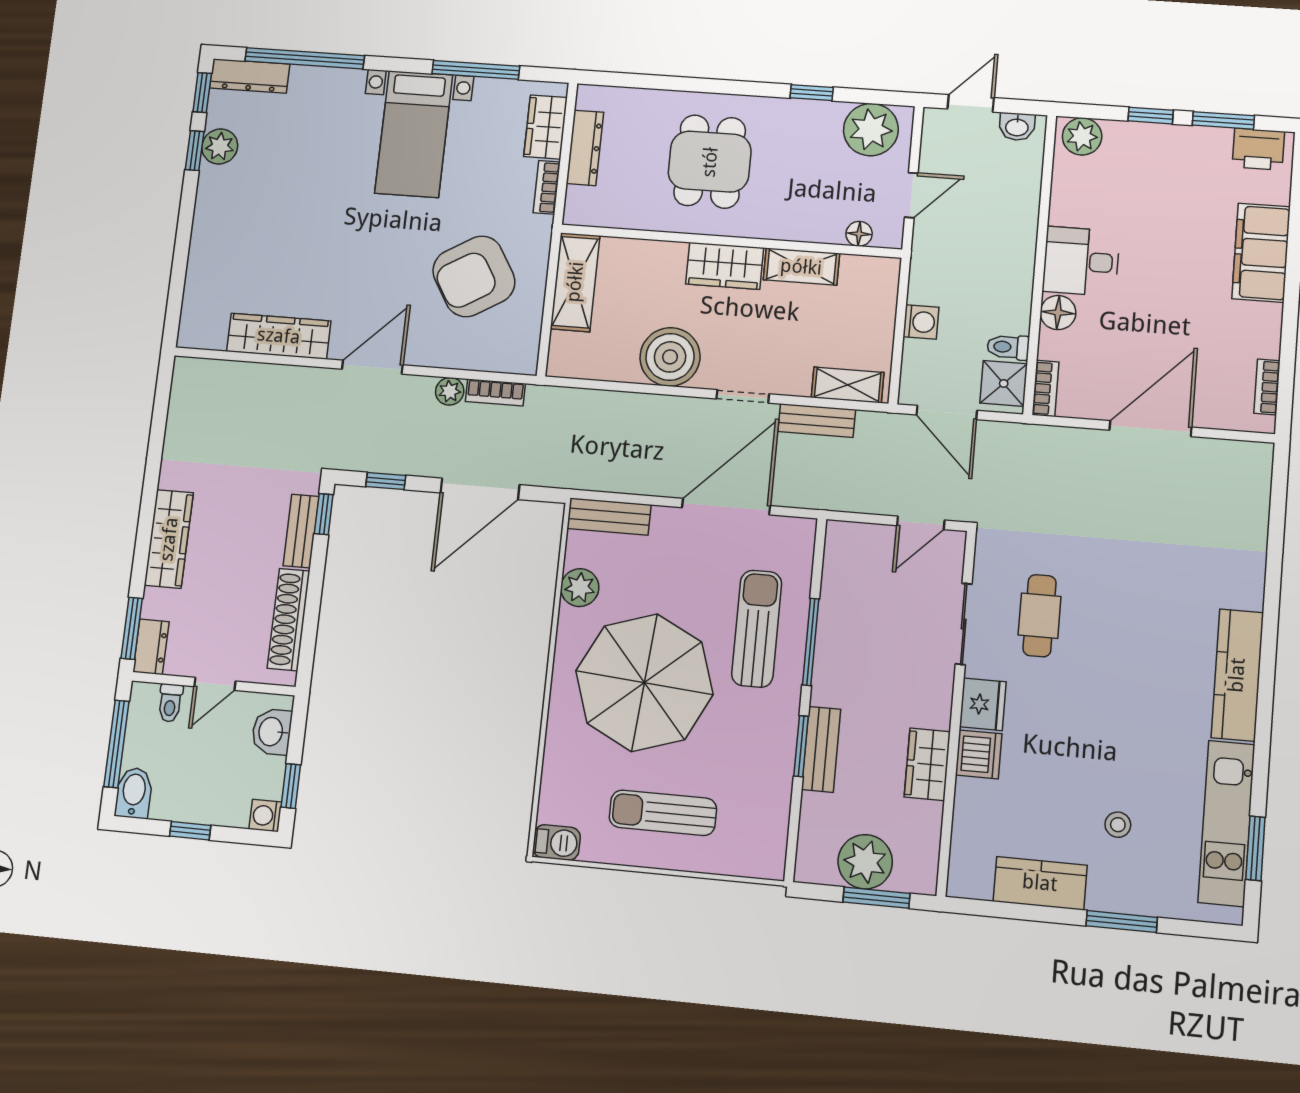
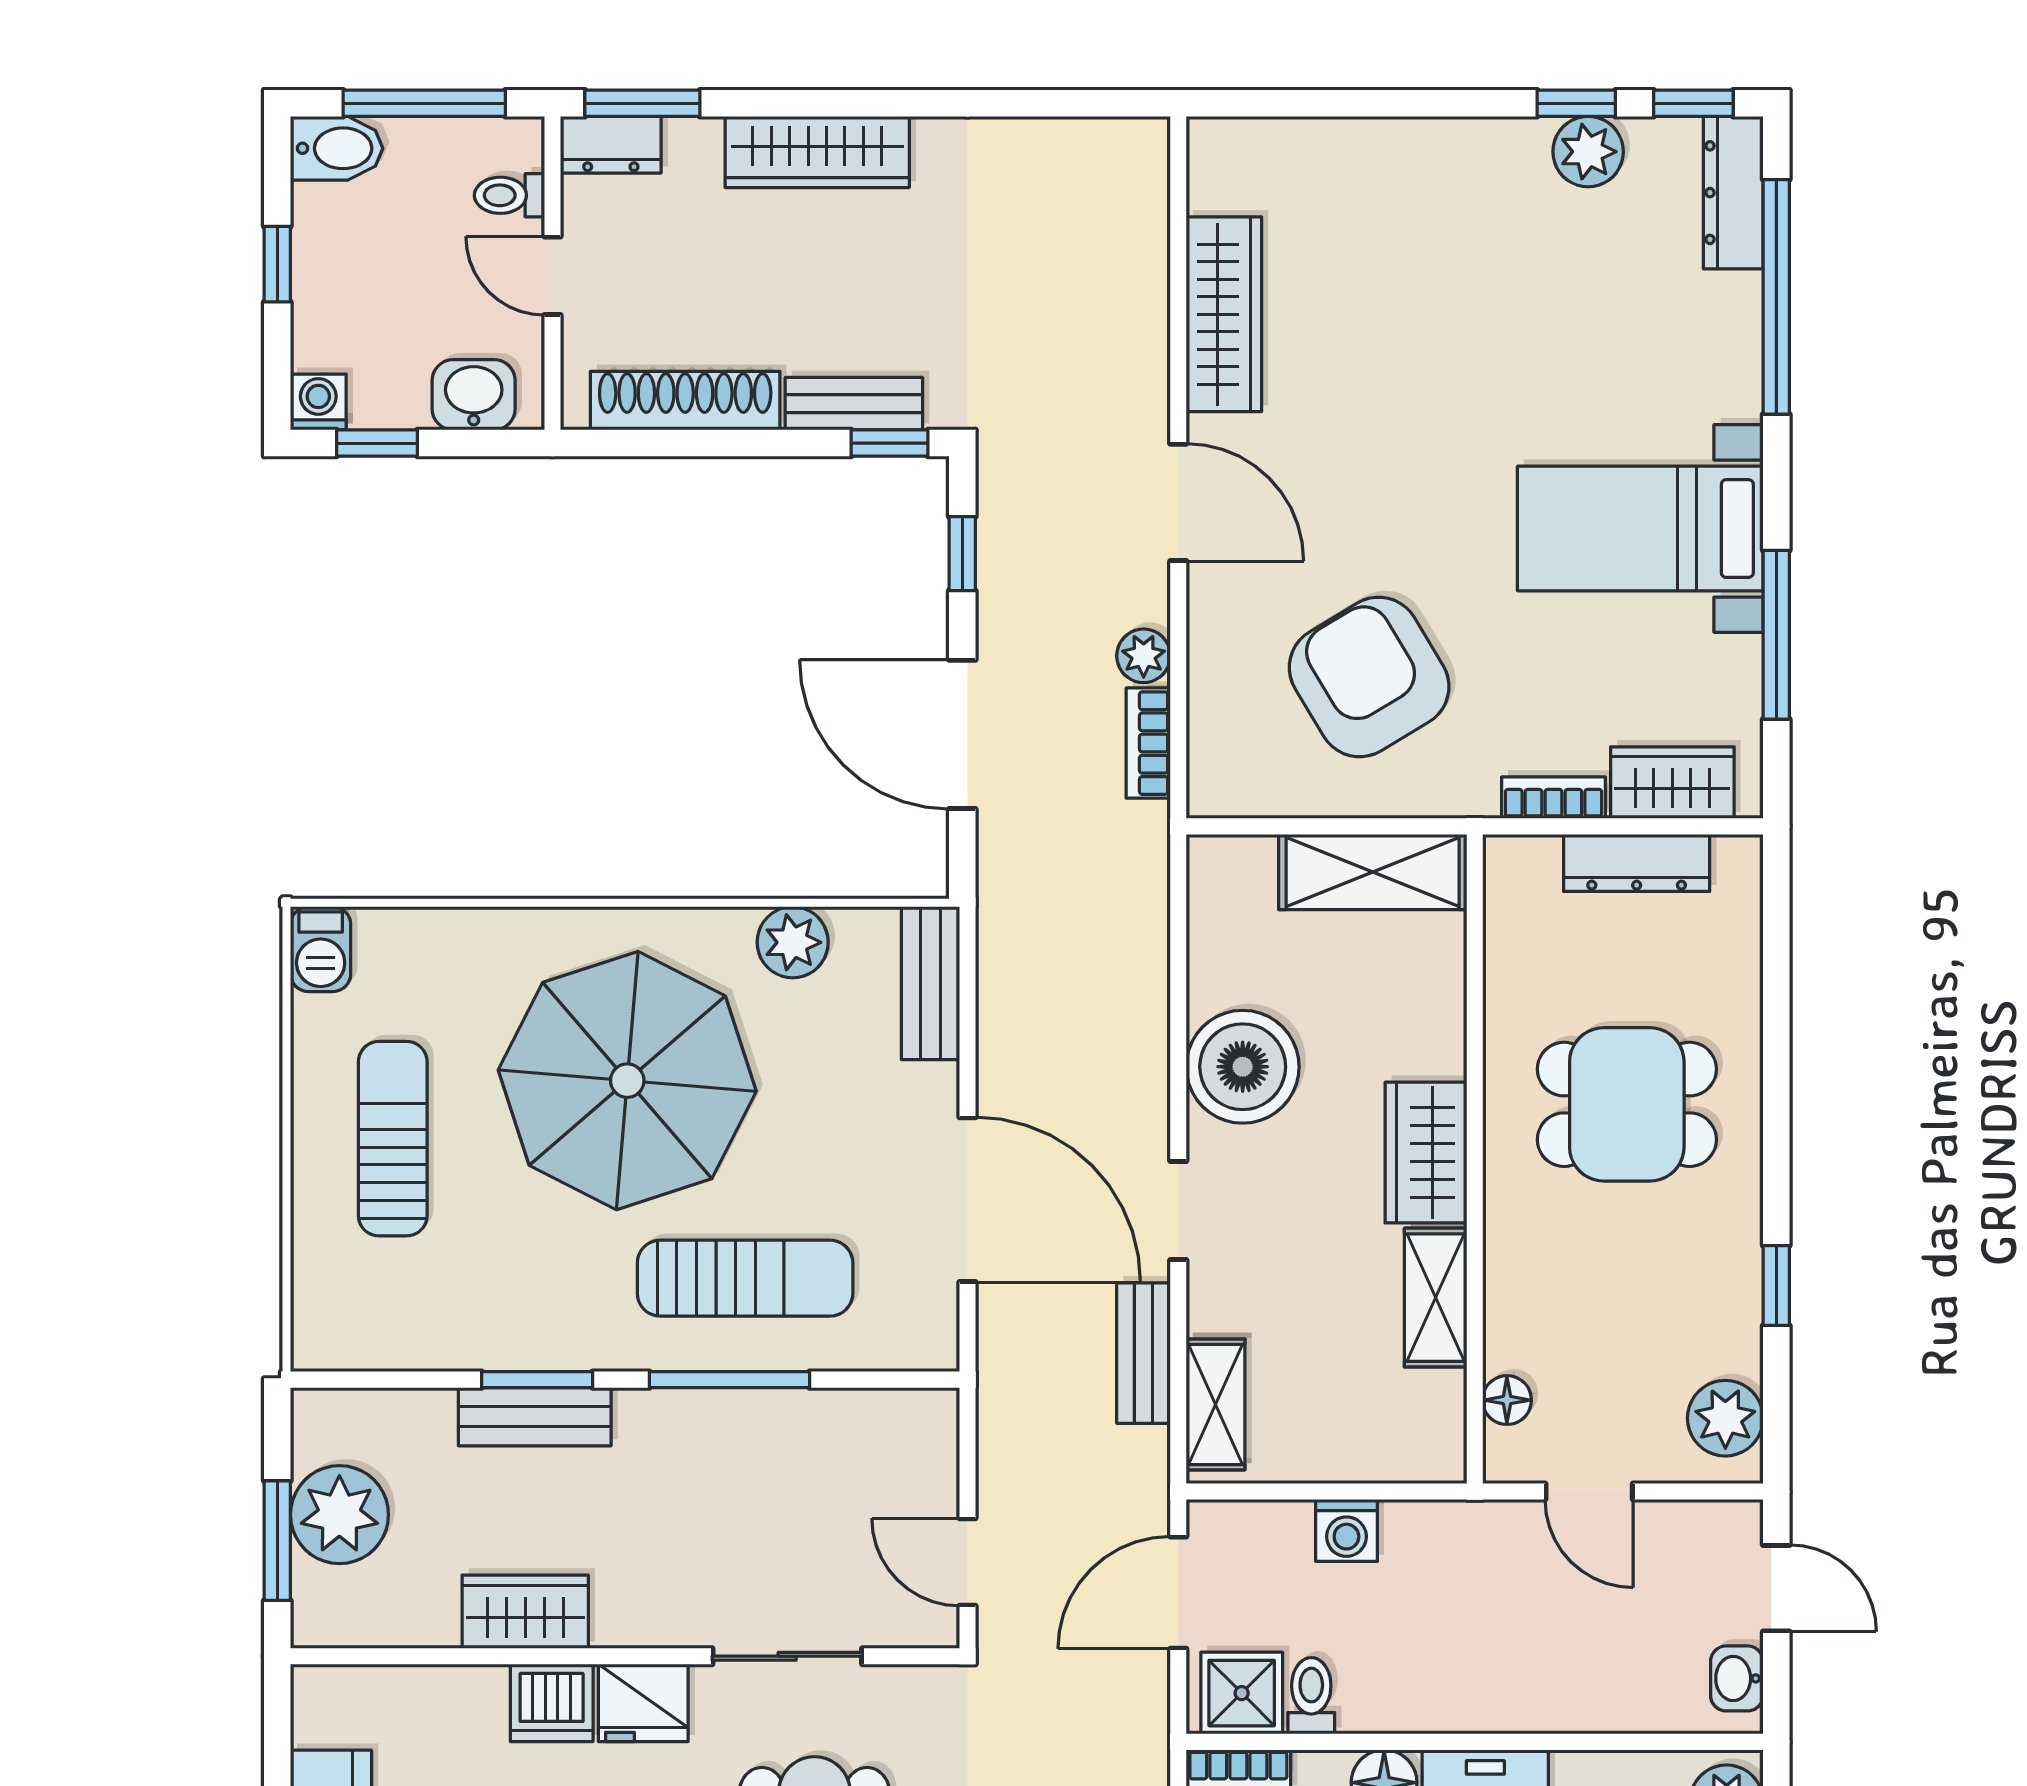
plant: (871, 130) -> (1725, 1418), width x0.73, depth x0.73

